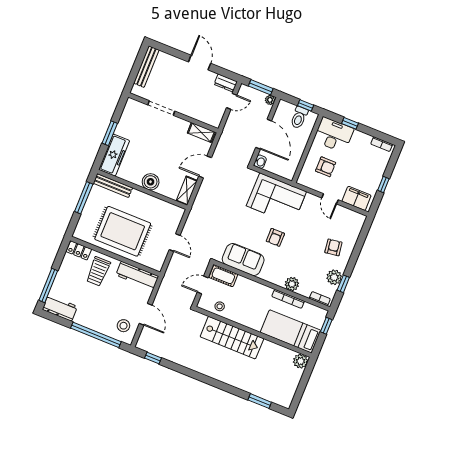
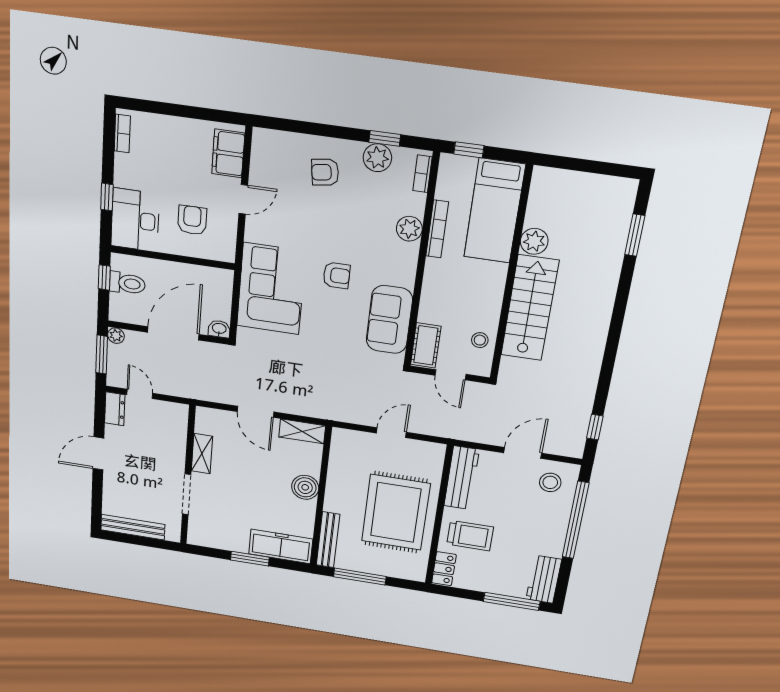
shelving: (201, 132) -> (202, 454), moved
window: (383, 185) -> (189, 112), removed
plant: (301, 361) -> (534, 241), moved

